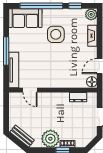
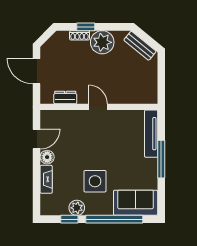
plant: (91, 14) -> (77, 208), moved
floor lamp: (92, 82) -> (47, 157), moved
door: (30, 90) -> (98, 107), moved

